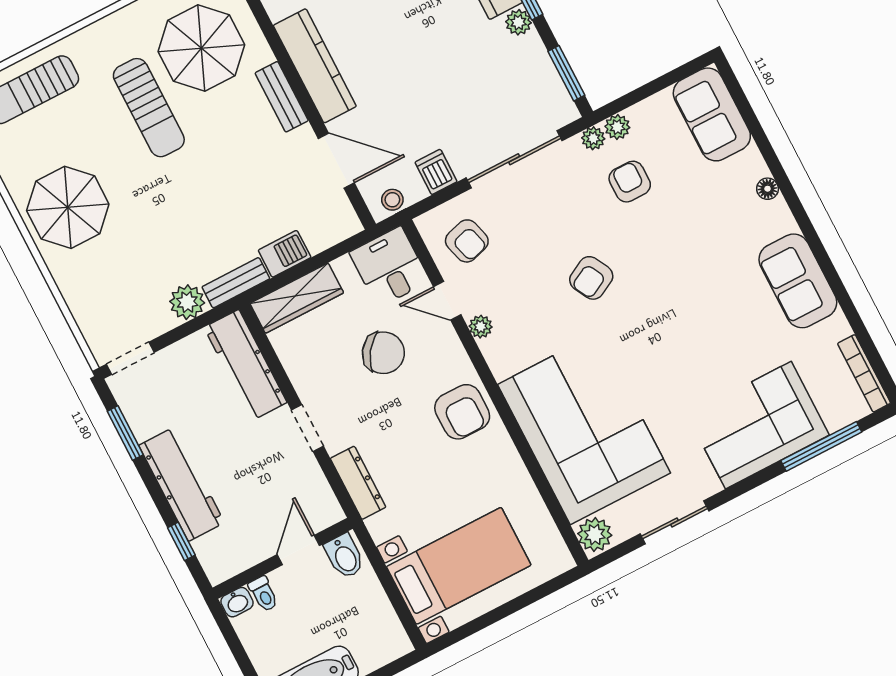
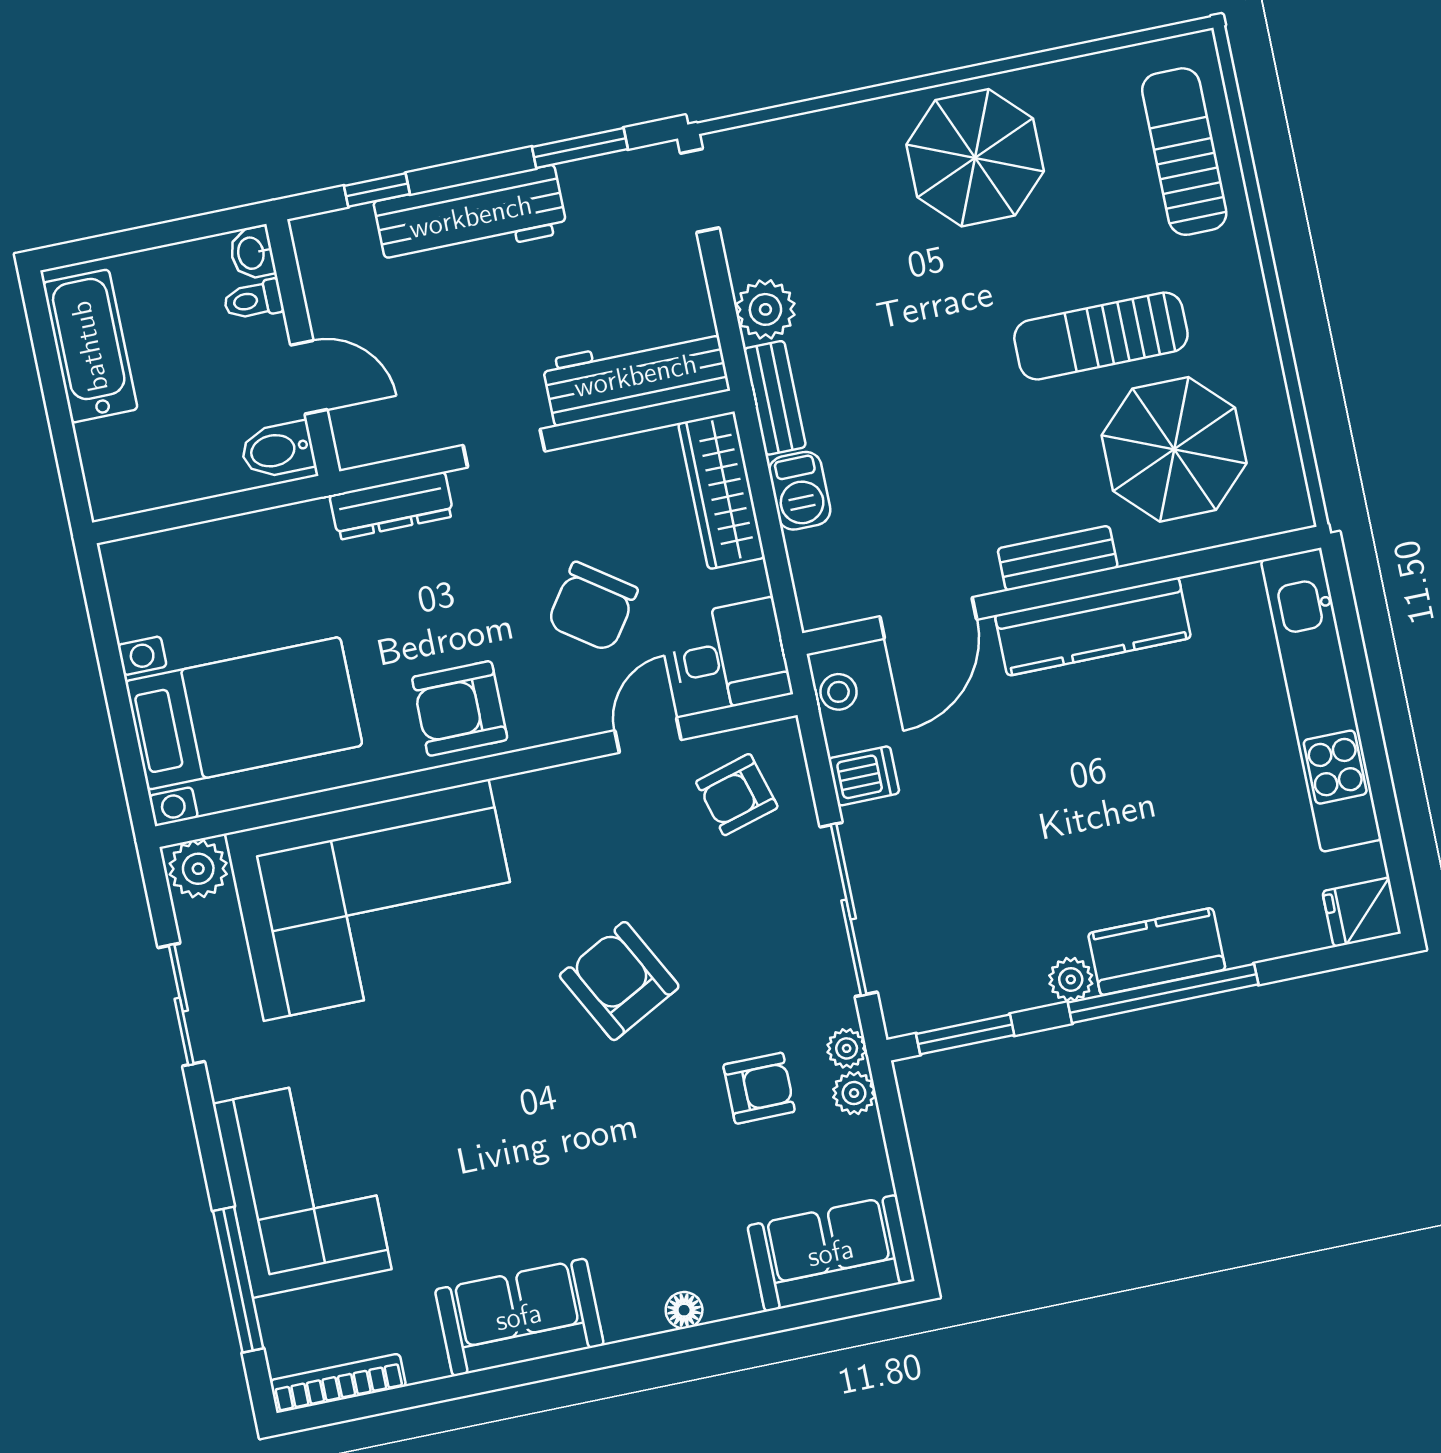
armchair: (591, 278) -> (619, 981), width x1.38, depth x1.38
plant: (481, 327) -> (591, 778), removed
bed with nightstands: (459, 566) -> (244, 713), moved, turned -90

